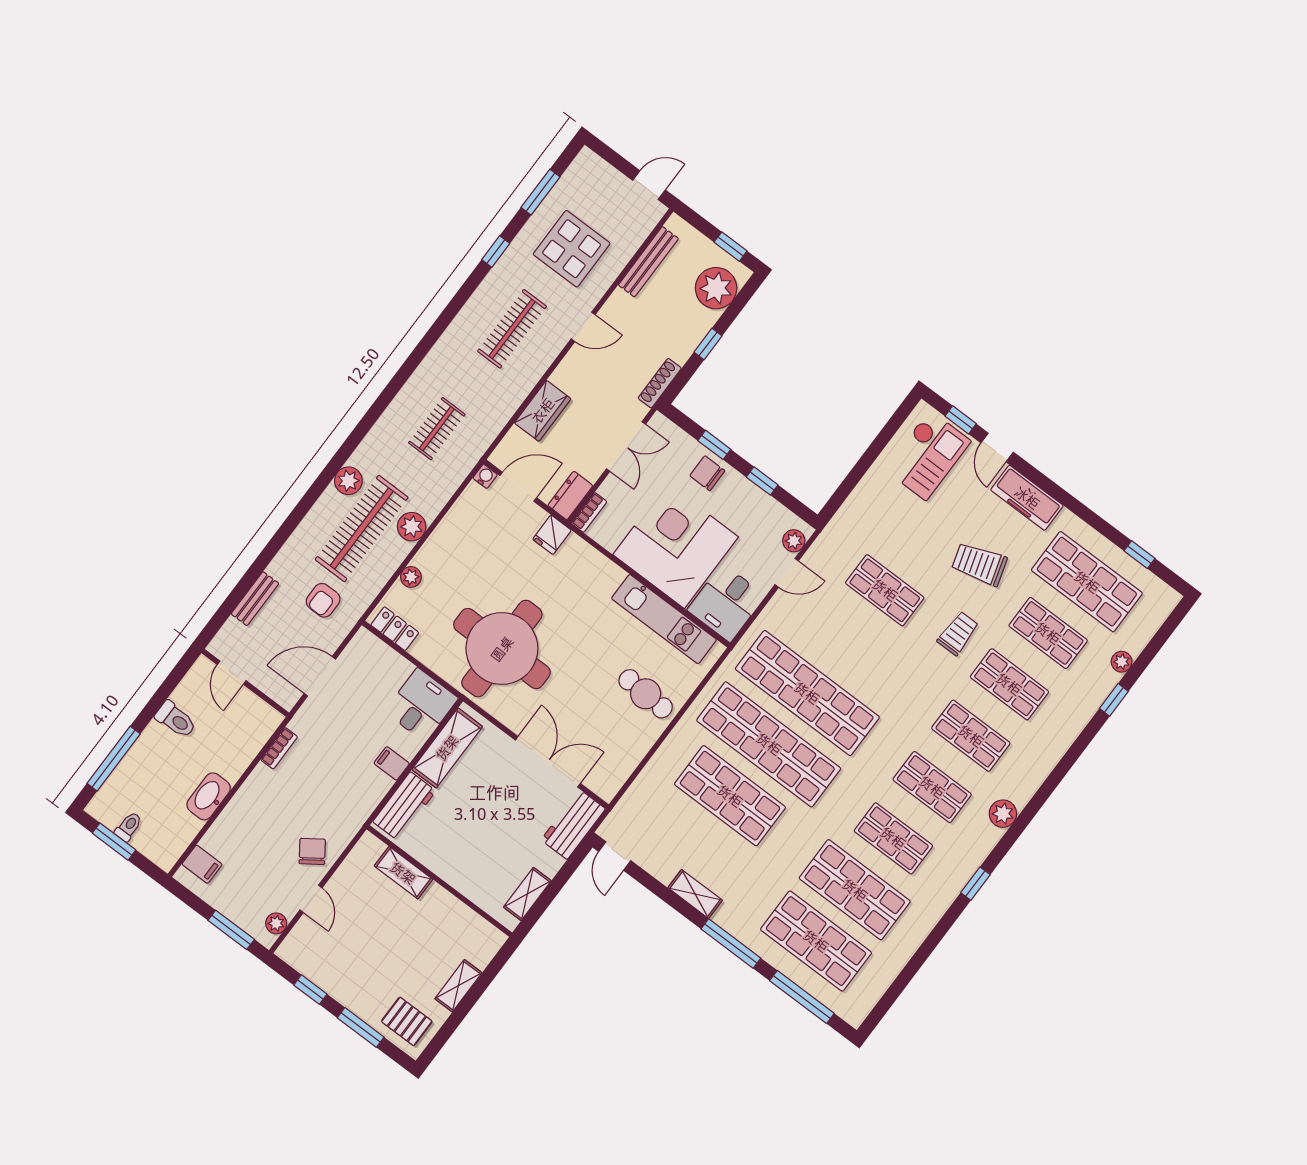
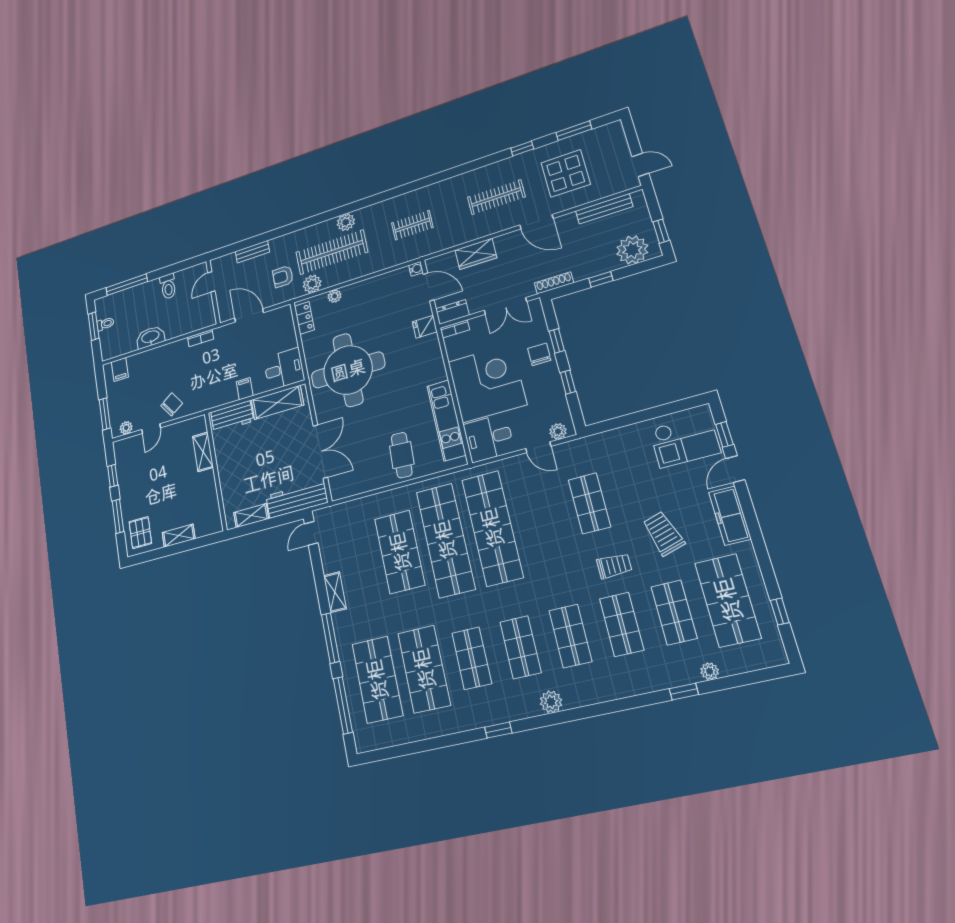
door: (583, 327) -> (536, 222), width x1.38
plant: (412, 527) -> (312, 284), moved
workbench: (573, 824) -> (297, 499), width x1.38

